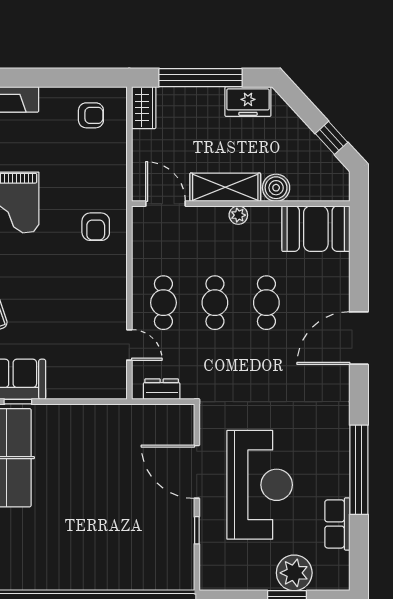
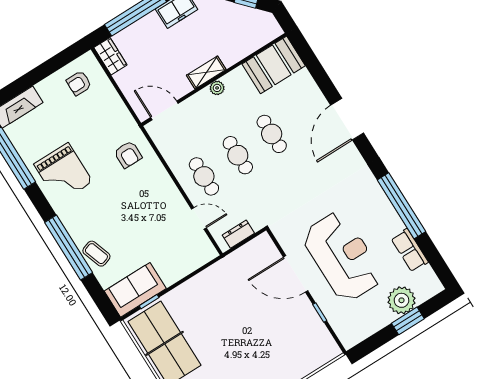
armchair: (91, 115) -> (79, 83), turned 180
shelving: (225, 187) -> (206, 72), width x0.67, depth x0.75
boiler: (276, 188) -> (231, 54), removed

